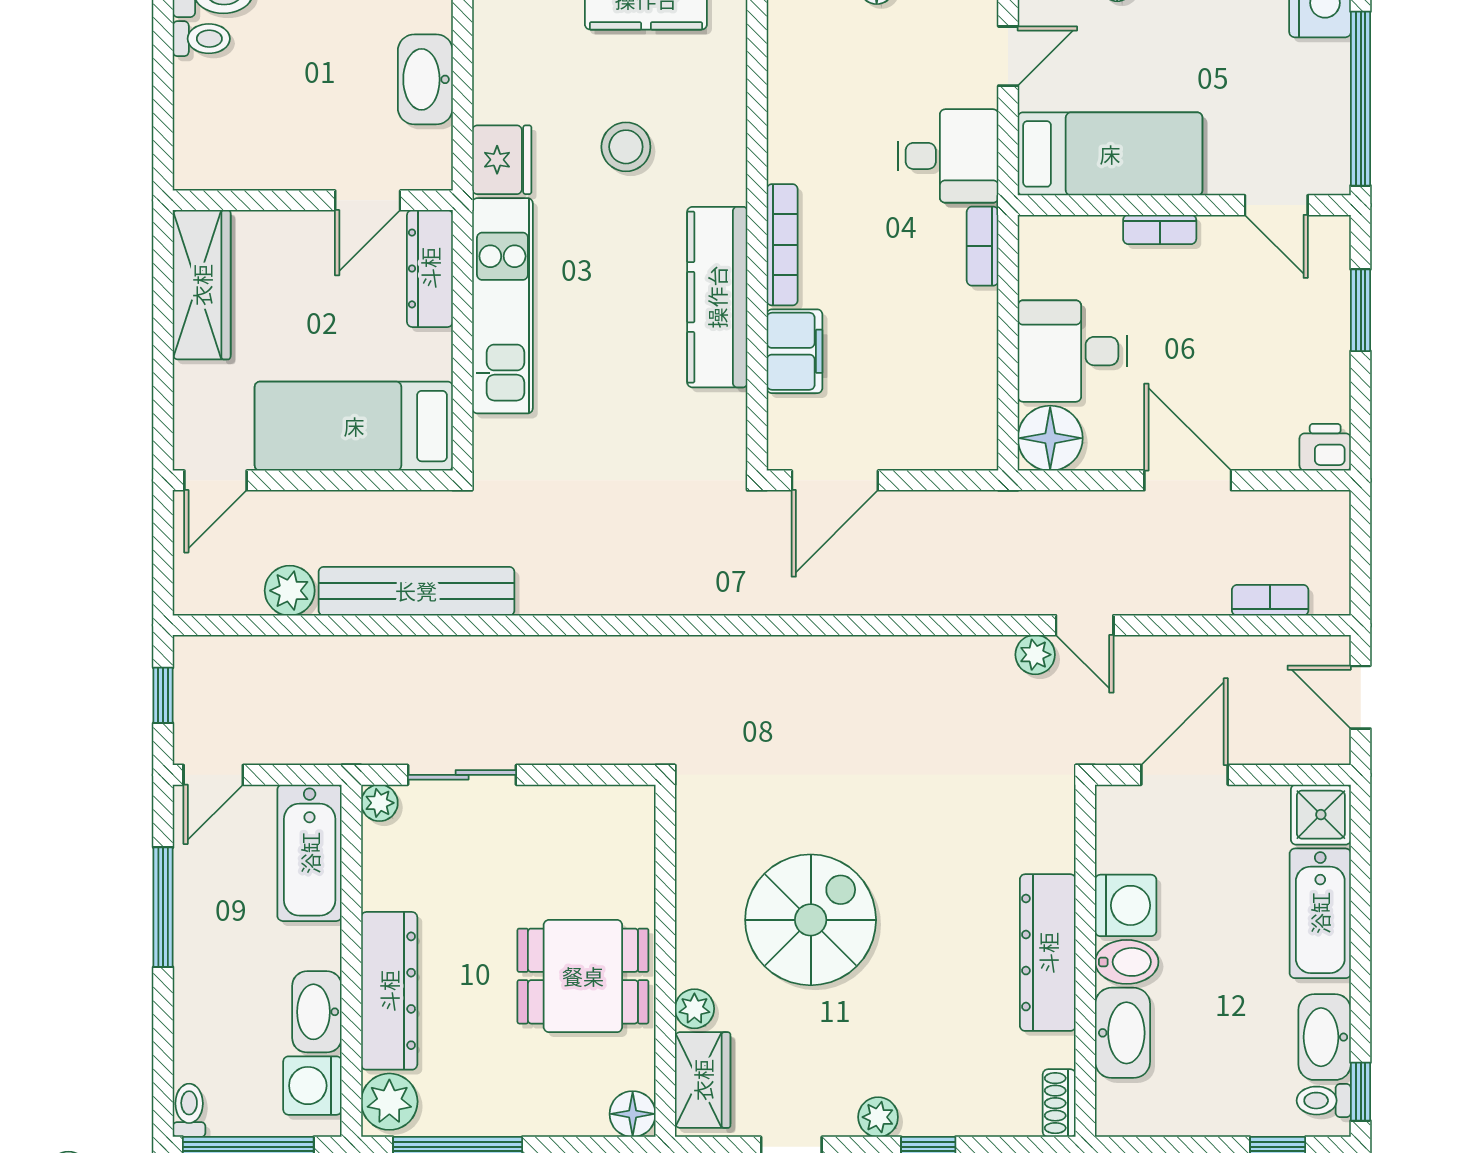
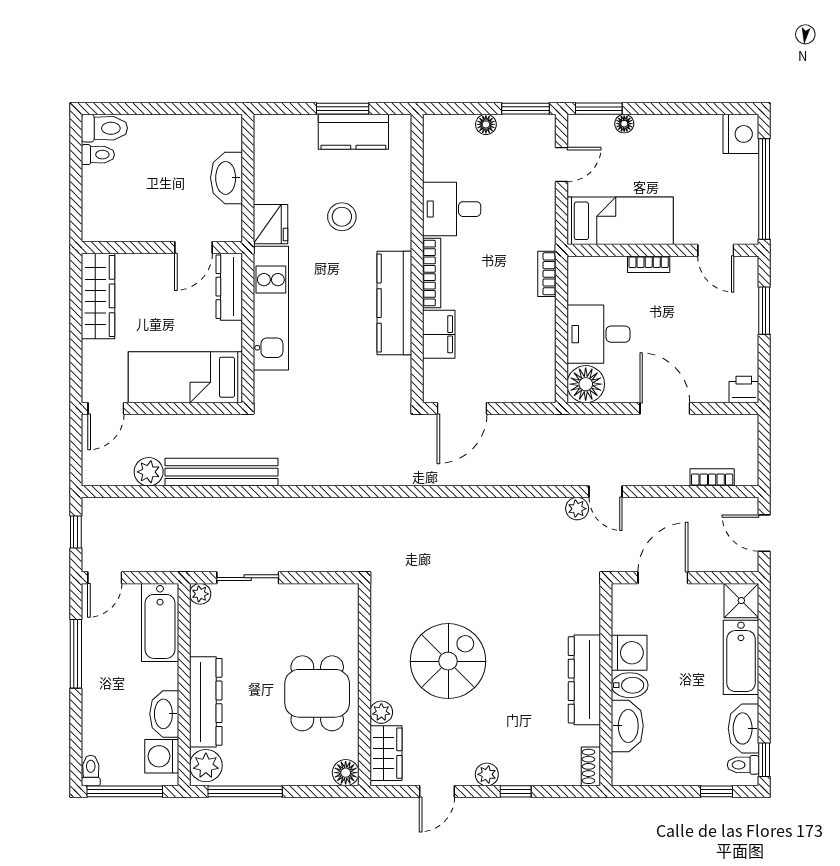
desk: (948, 156) -> (452, 209), moved, turned 180
dining table: (583, 976) -> (317, 693), turned 90

